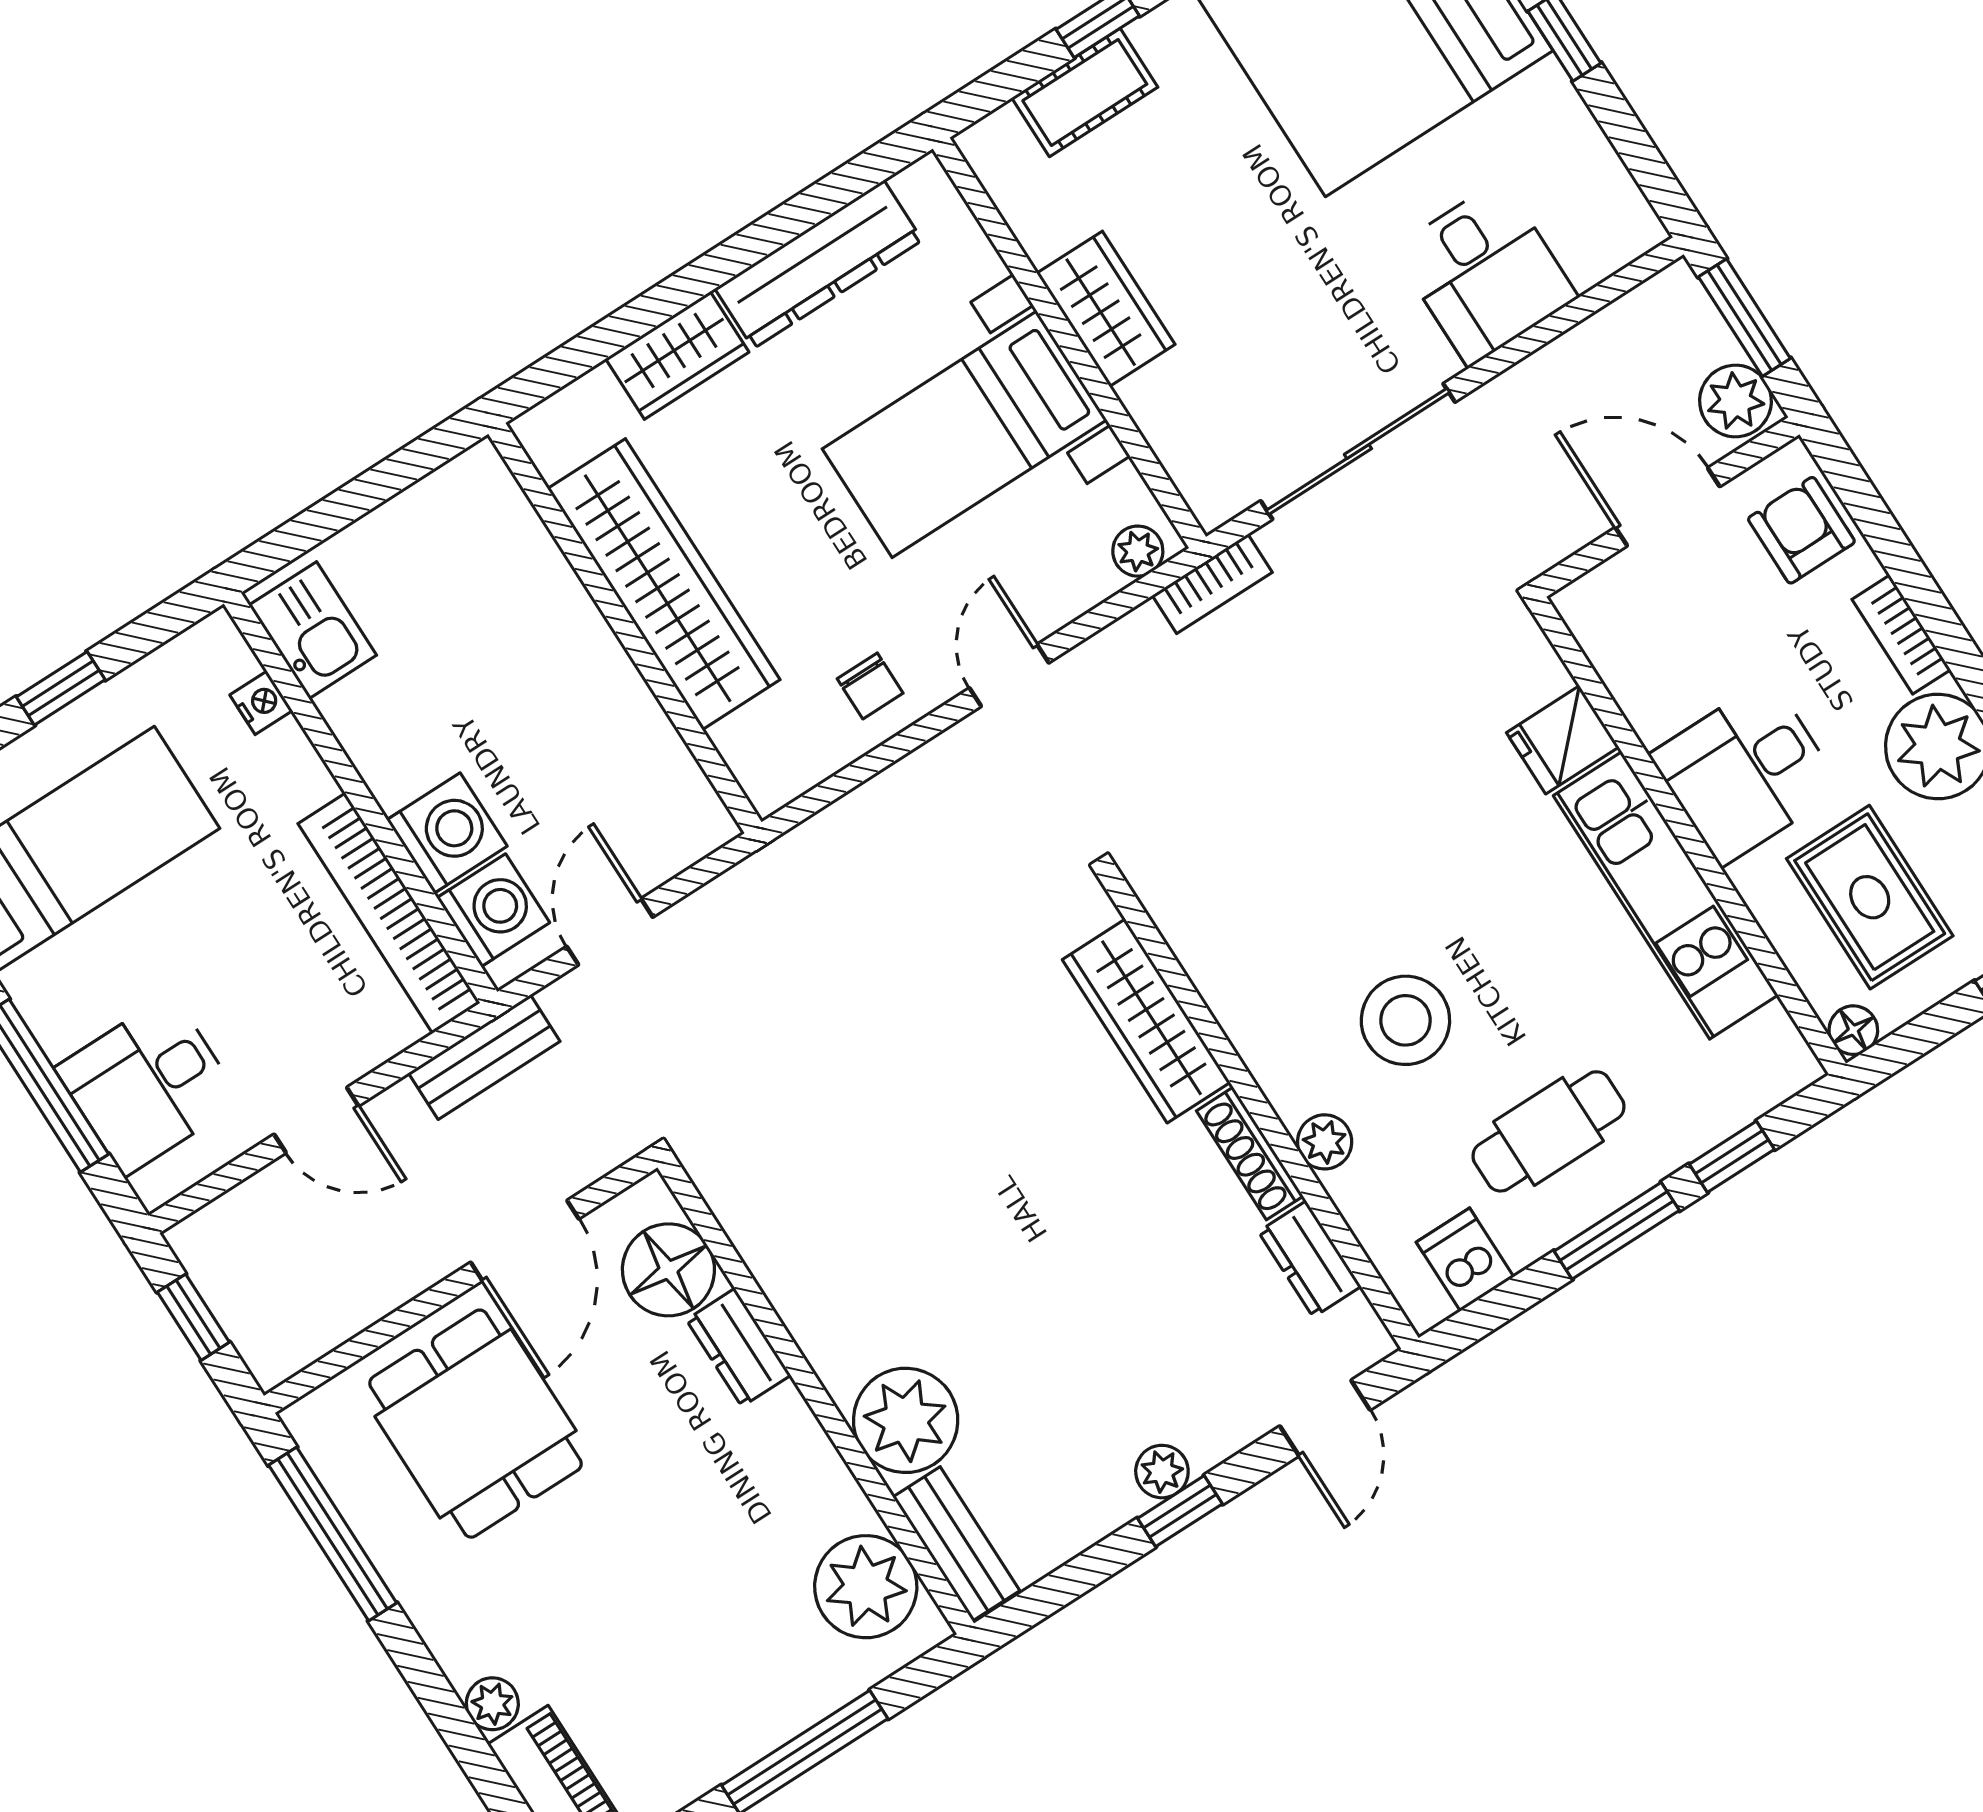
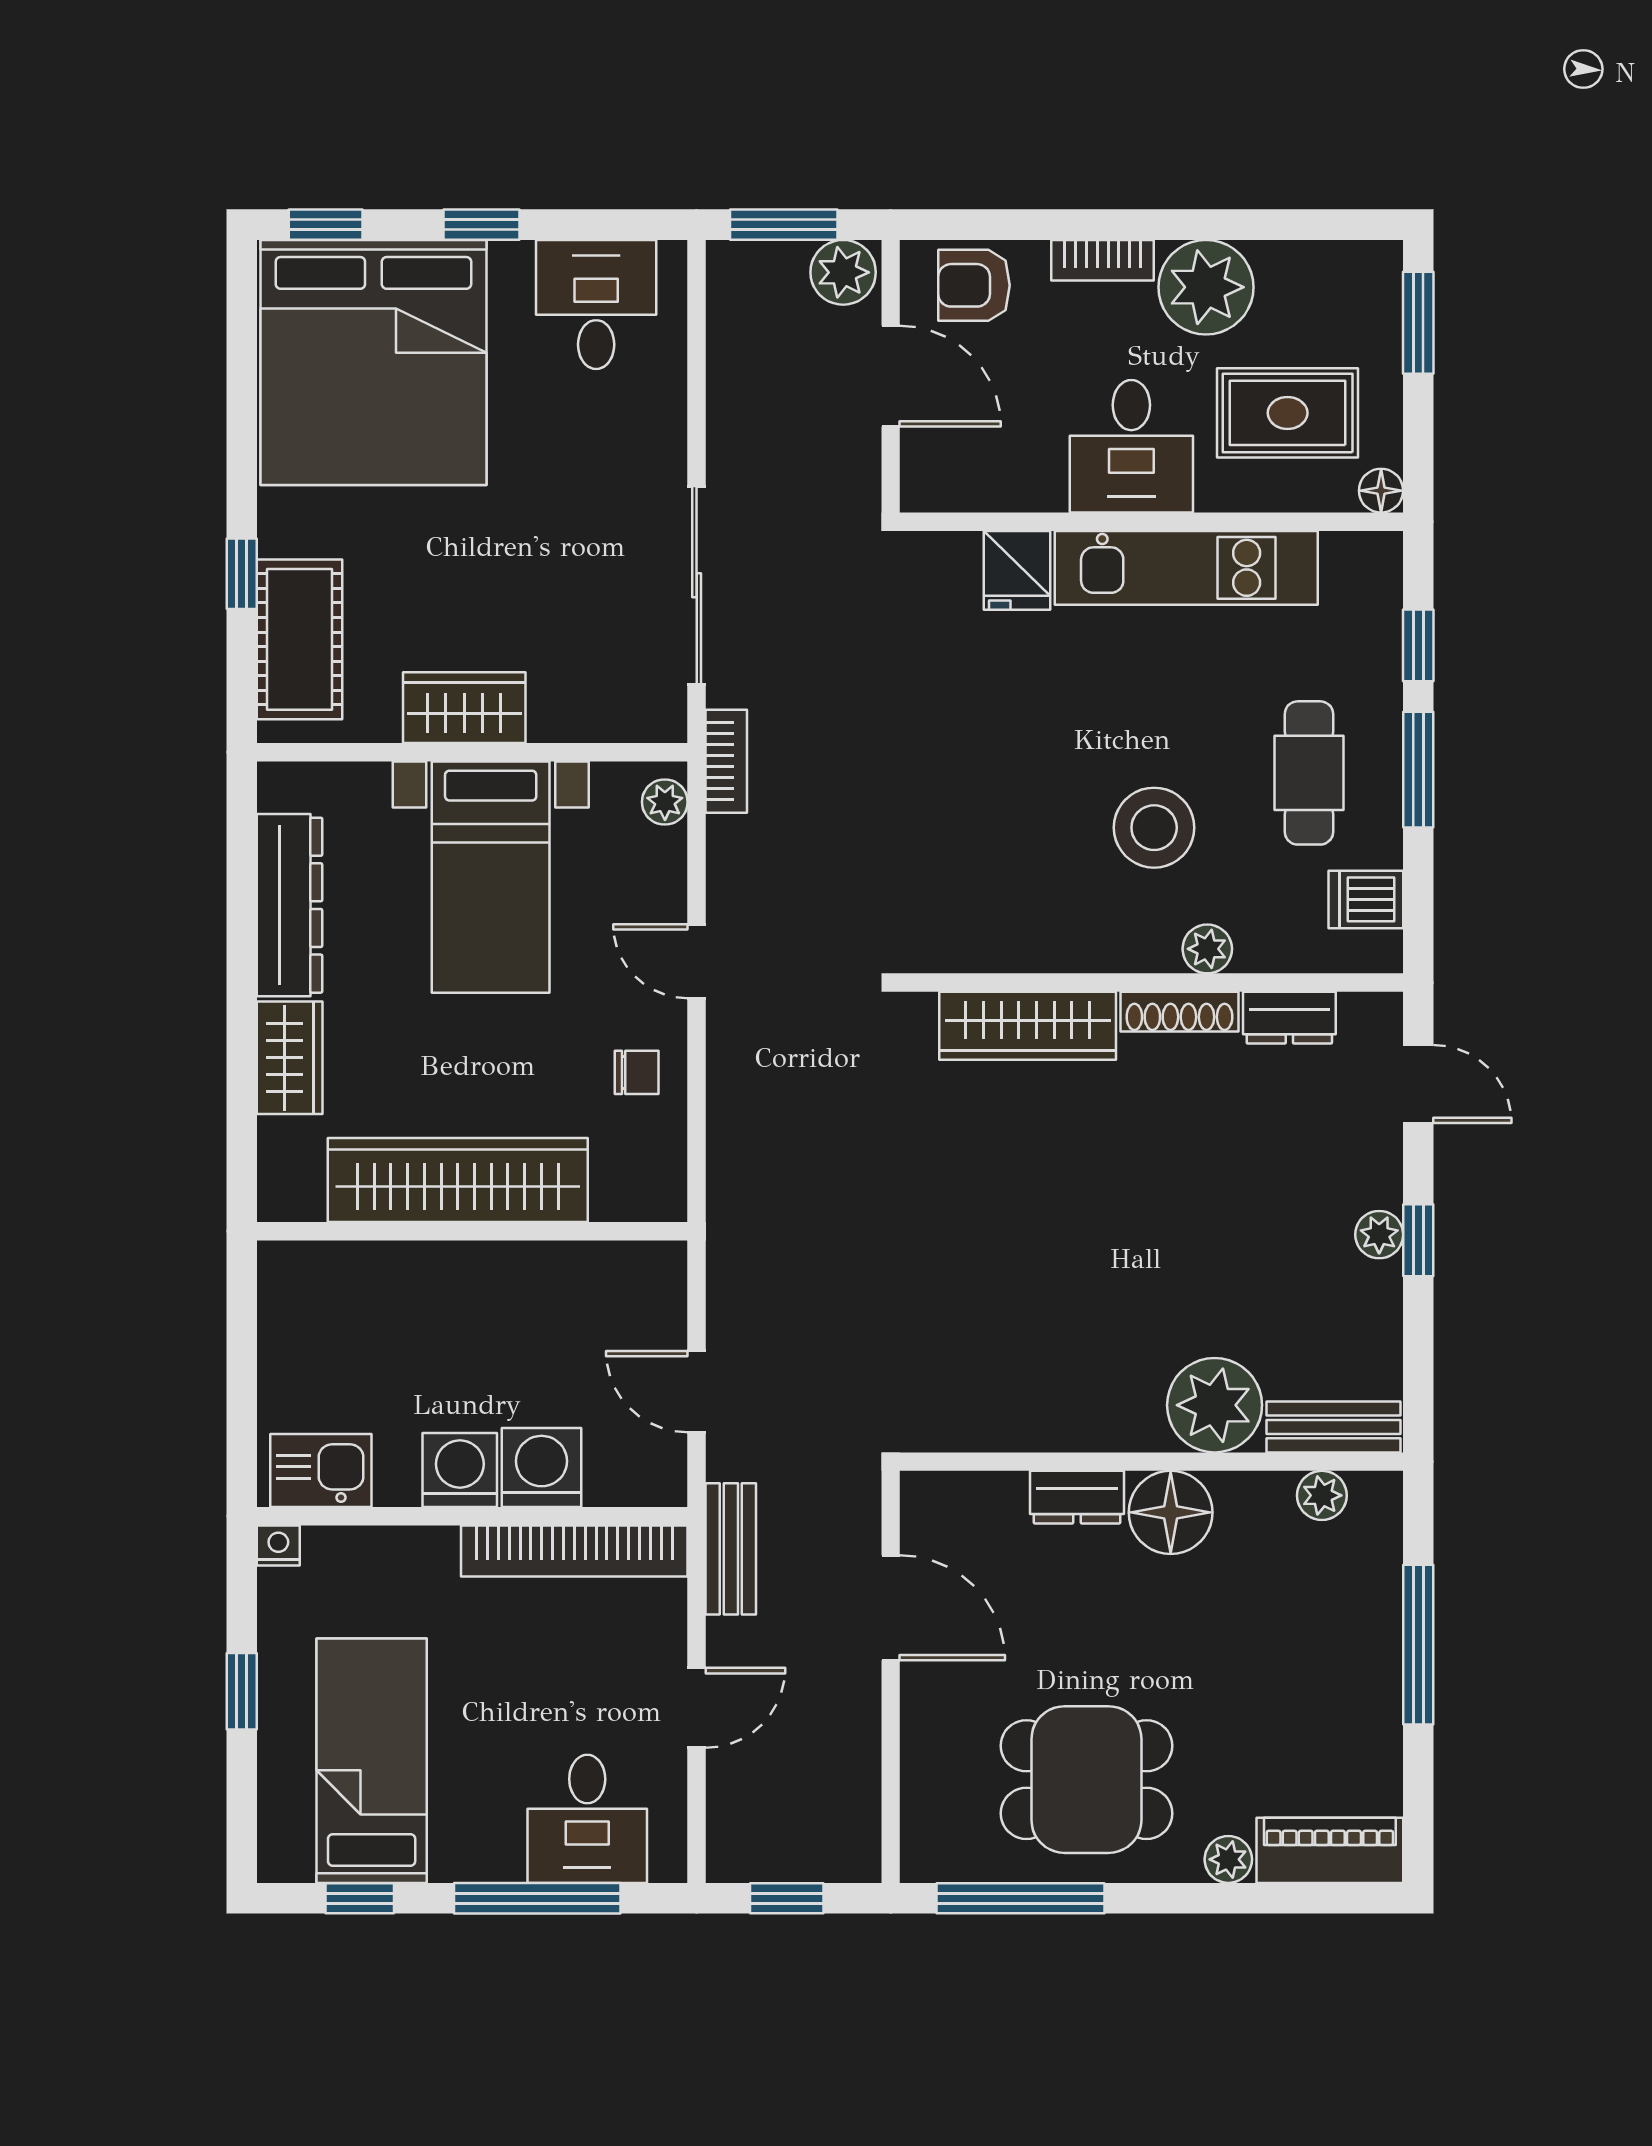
cot: (1085, 92) -> (300, 639), width x1.37, depth x1.34
desk: (1485, 273) -> (596, 304), moved, turned -90
door: (1668, 507) -> (891, 376), swing flipped
nightstand: (261, 703) -> (278, 1545), moved
washing machine: (493, 910) -> (460, 1470), moved
floor lamp: (668, 1270) -> (1171, 1512), moved
dining table: (475, 1424) -> (1086, 1780), moved
plant: (866, 1587) -> (1322, 1495), width x0.53, depth x0.53

